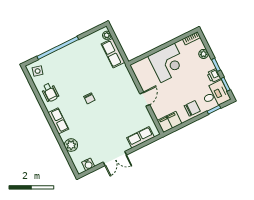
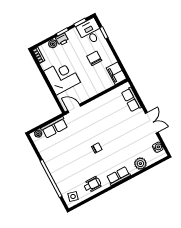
printer: (214, 76) -> (62, 39), moved
door: (145, 99) -> (74, 108), moved
chair: (192, 108) -> (94, 58), moved

